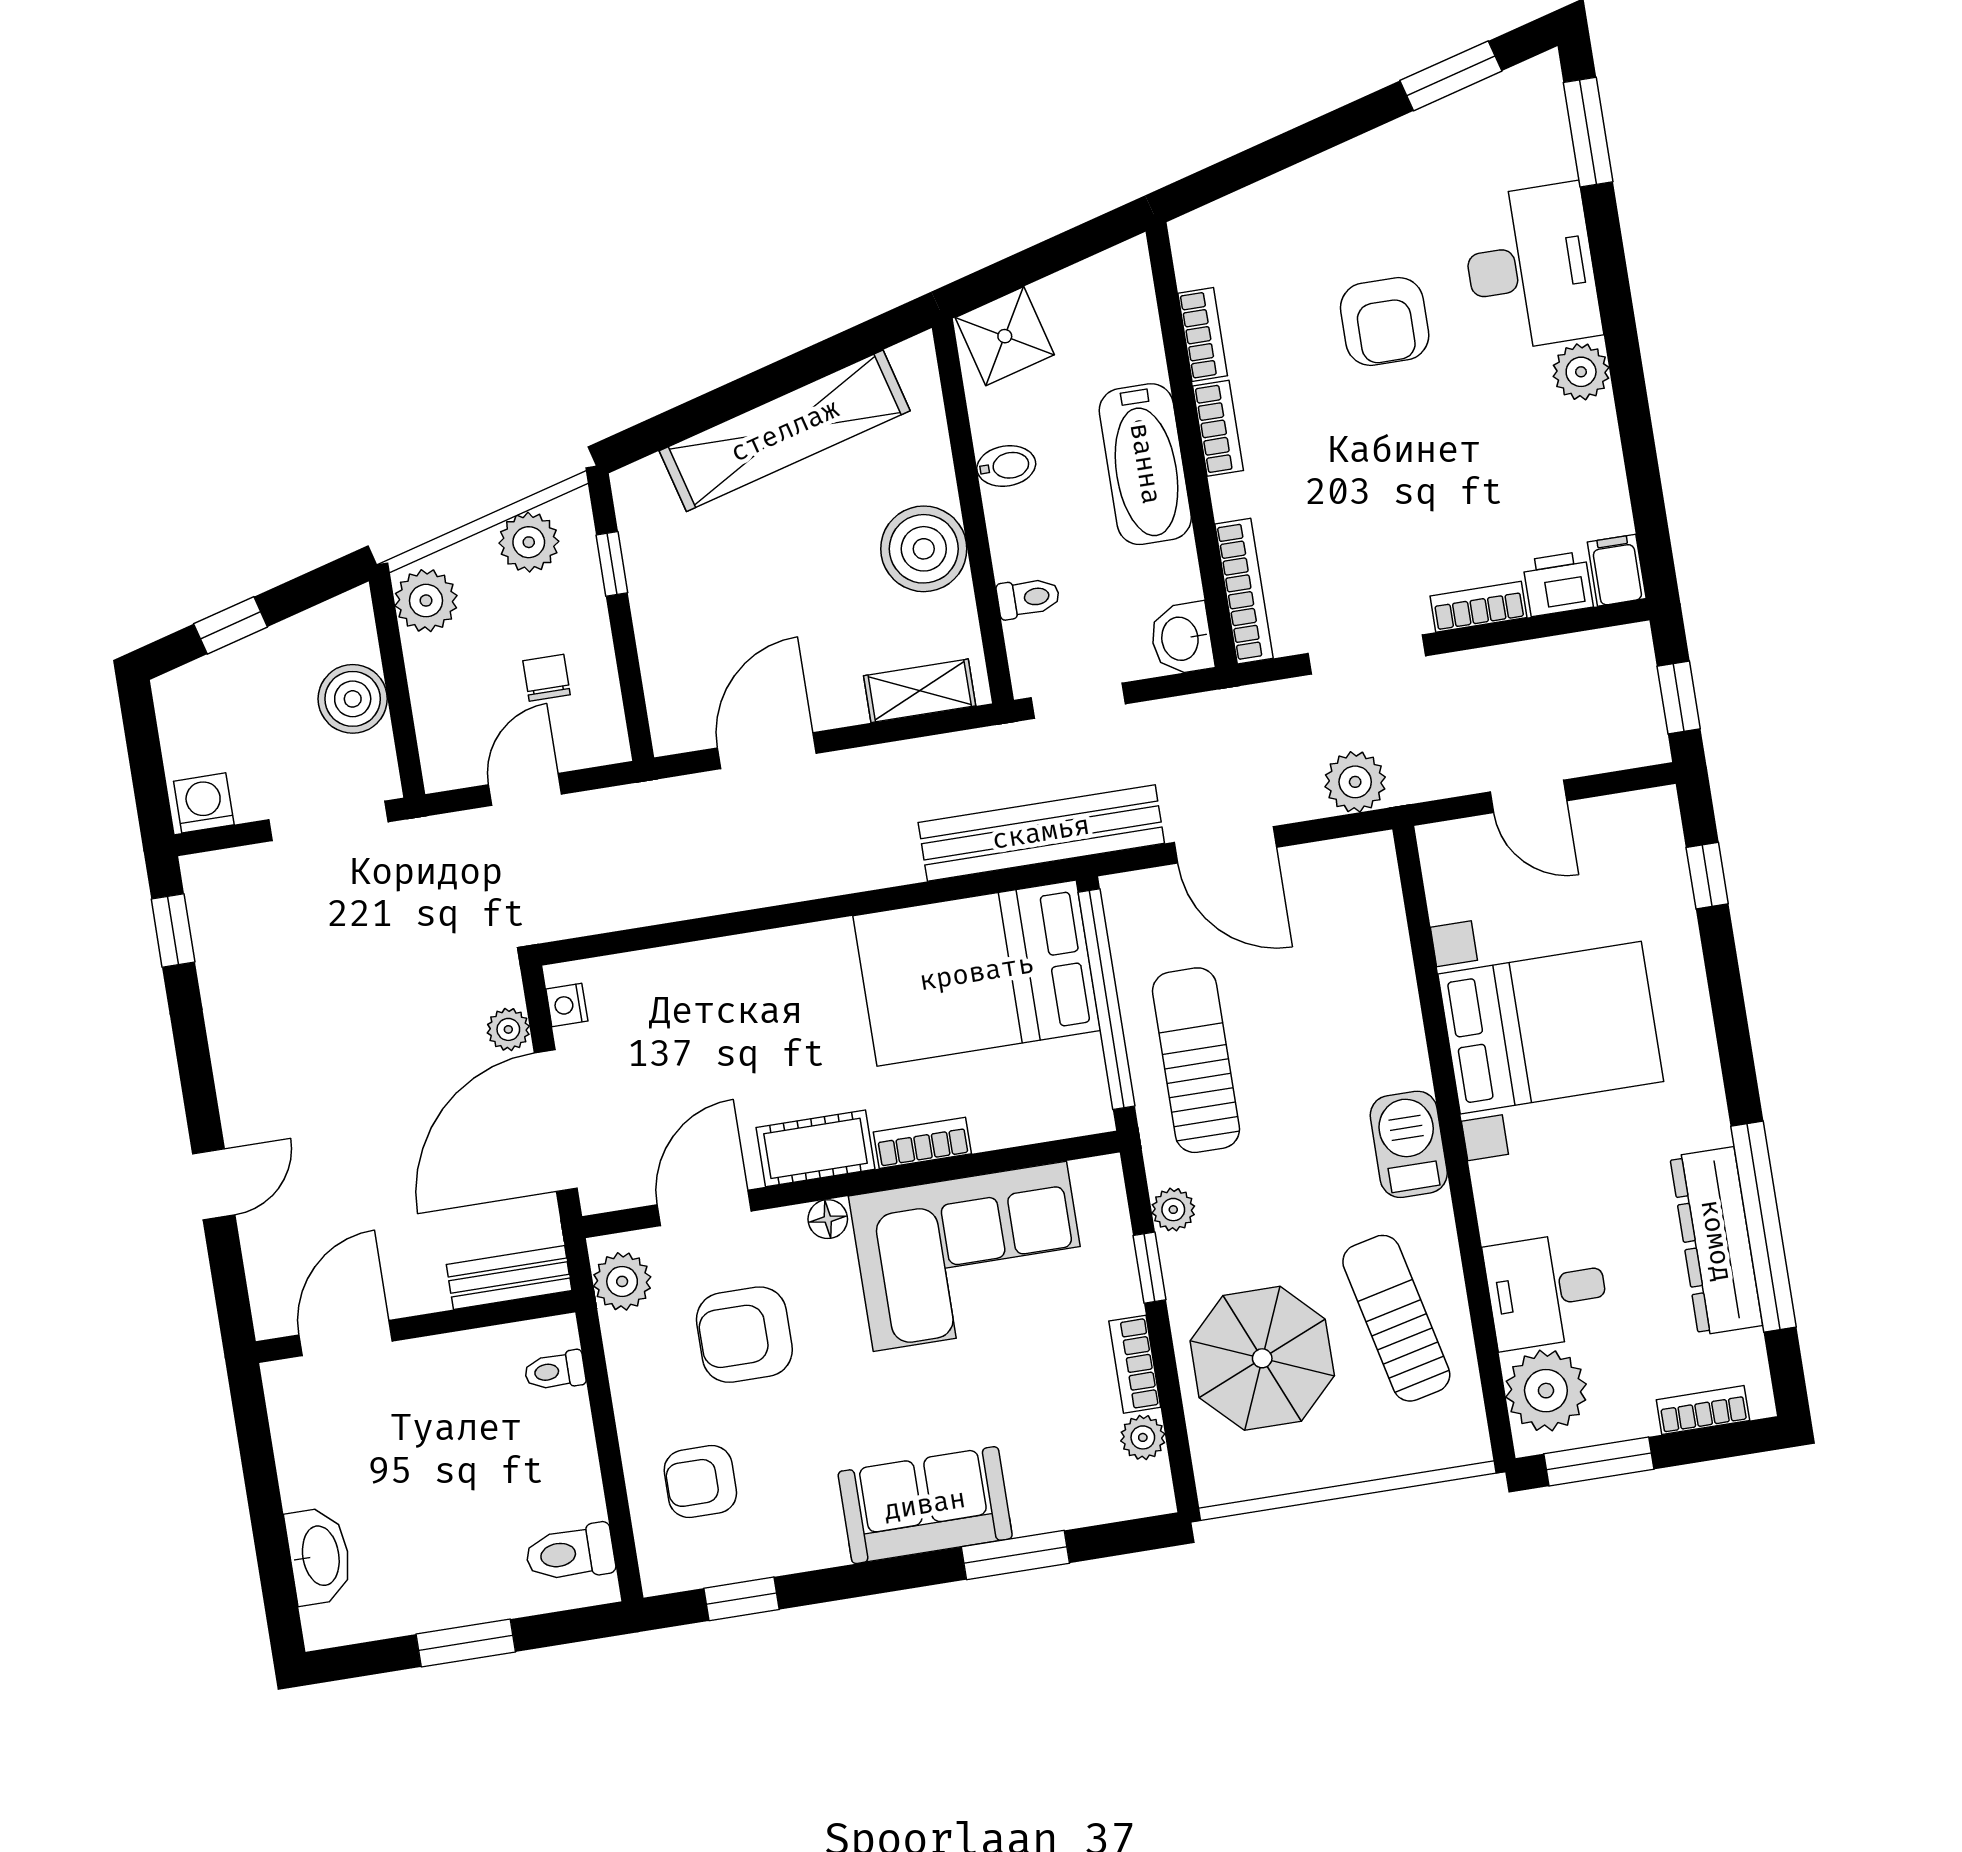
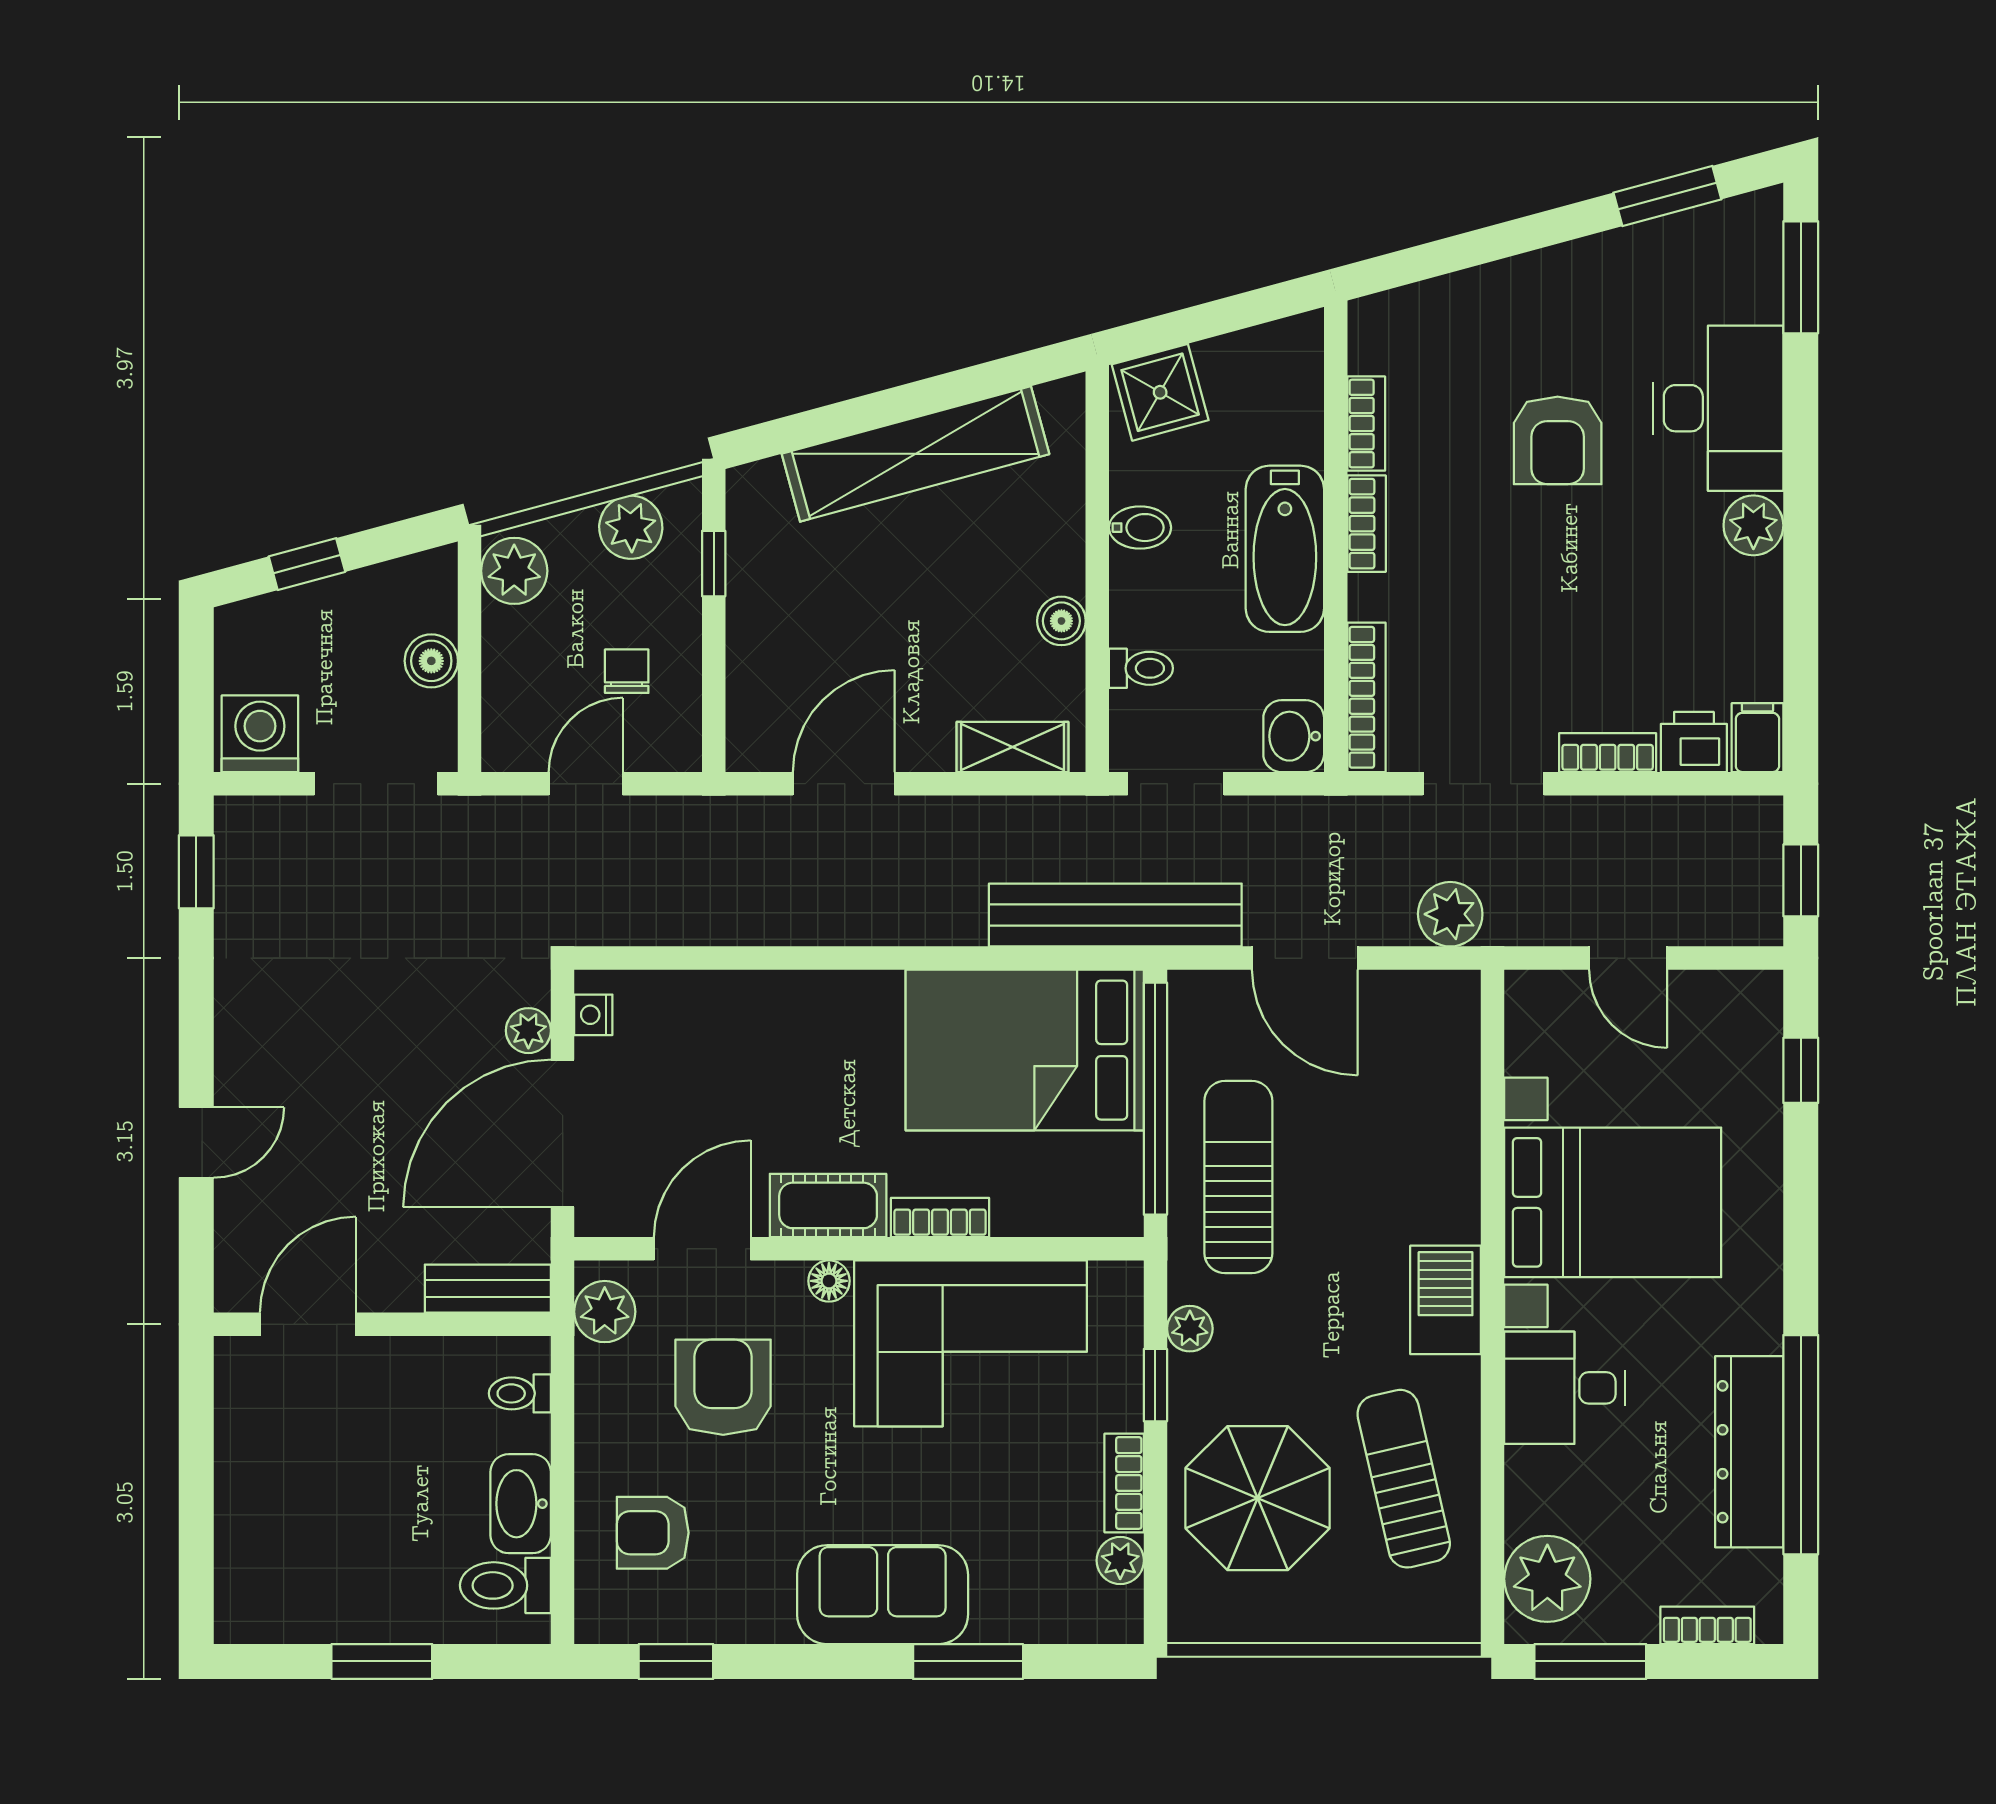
boiler: (924, 549) -> (1061, 621), width x0.54, depth x0.54
boiler: (353, 699) -> (431, 661), width x0.73, depth x0.73
washing machine: (204, 803) -> (260, 734), width x1.38, depth x1.38
desk: (1547, 1291) -> (1565, 1388), moved
armchair: (744, 1335) -> (723, 1387), turned 90
washbasin: (319, 1556) -> (521, 1504), moved, turned 180

